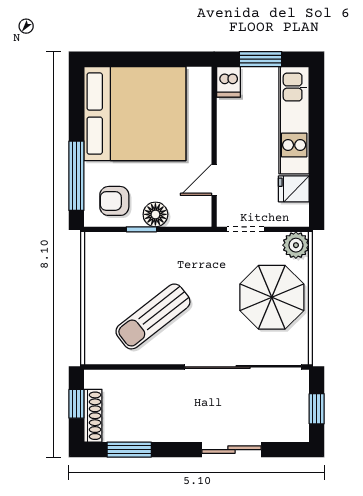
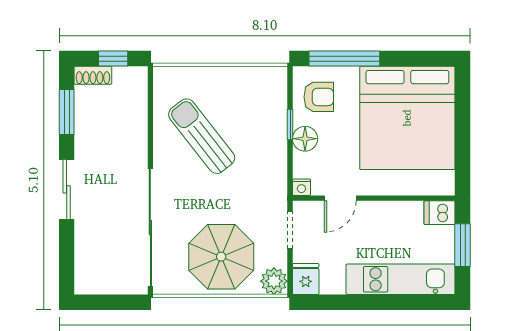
door: (214, 180) -> (340, 198), swing flipped
fridge: (294, 189) -> (306, 279), moved
armchair: (114, 201) -> (319, 97), turned 90
nightstand: (203, 218) -> (301, 187), added
window: (317, 409) -> (108, 302), removed
shoe rack: (93, 416) -> (93, 75), width x0.70
sliding door: (232, 450) -> (67, 189), moved

